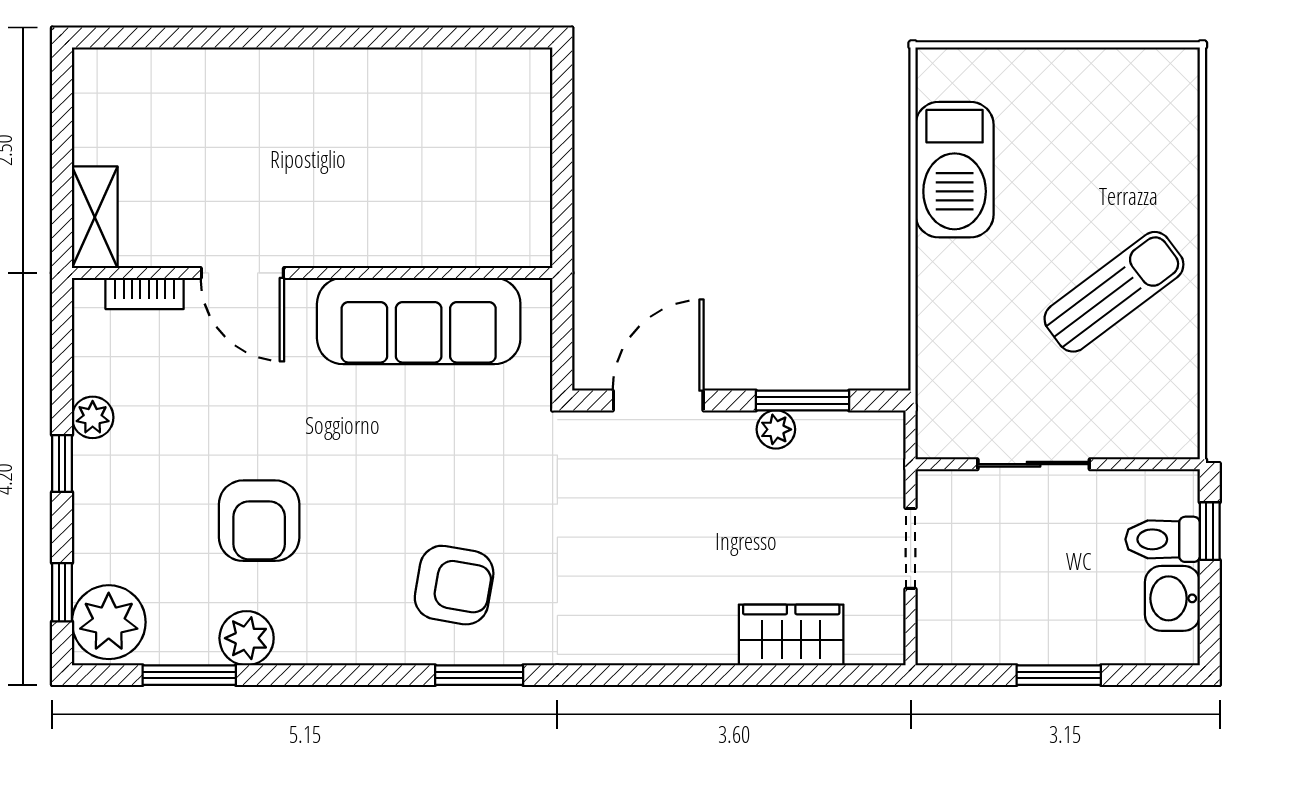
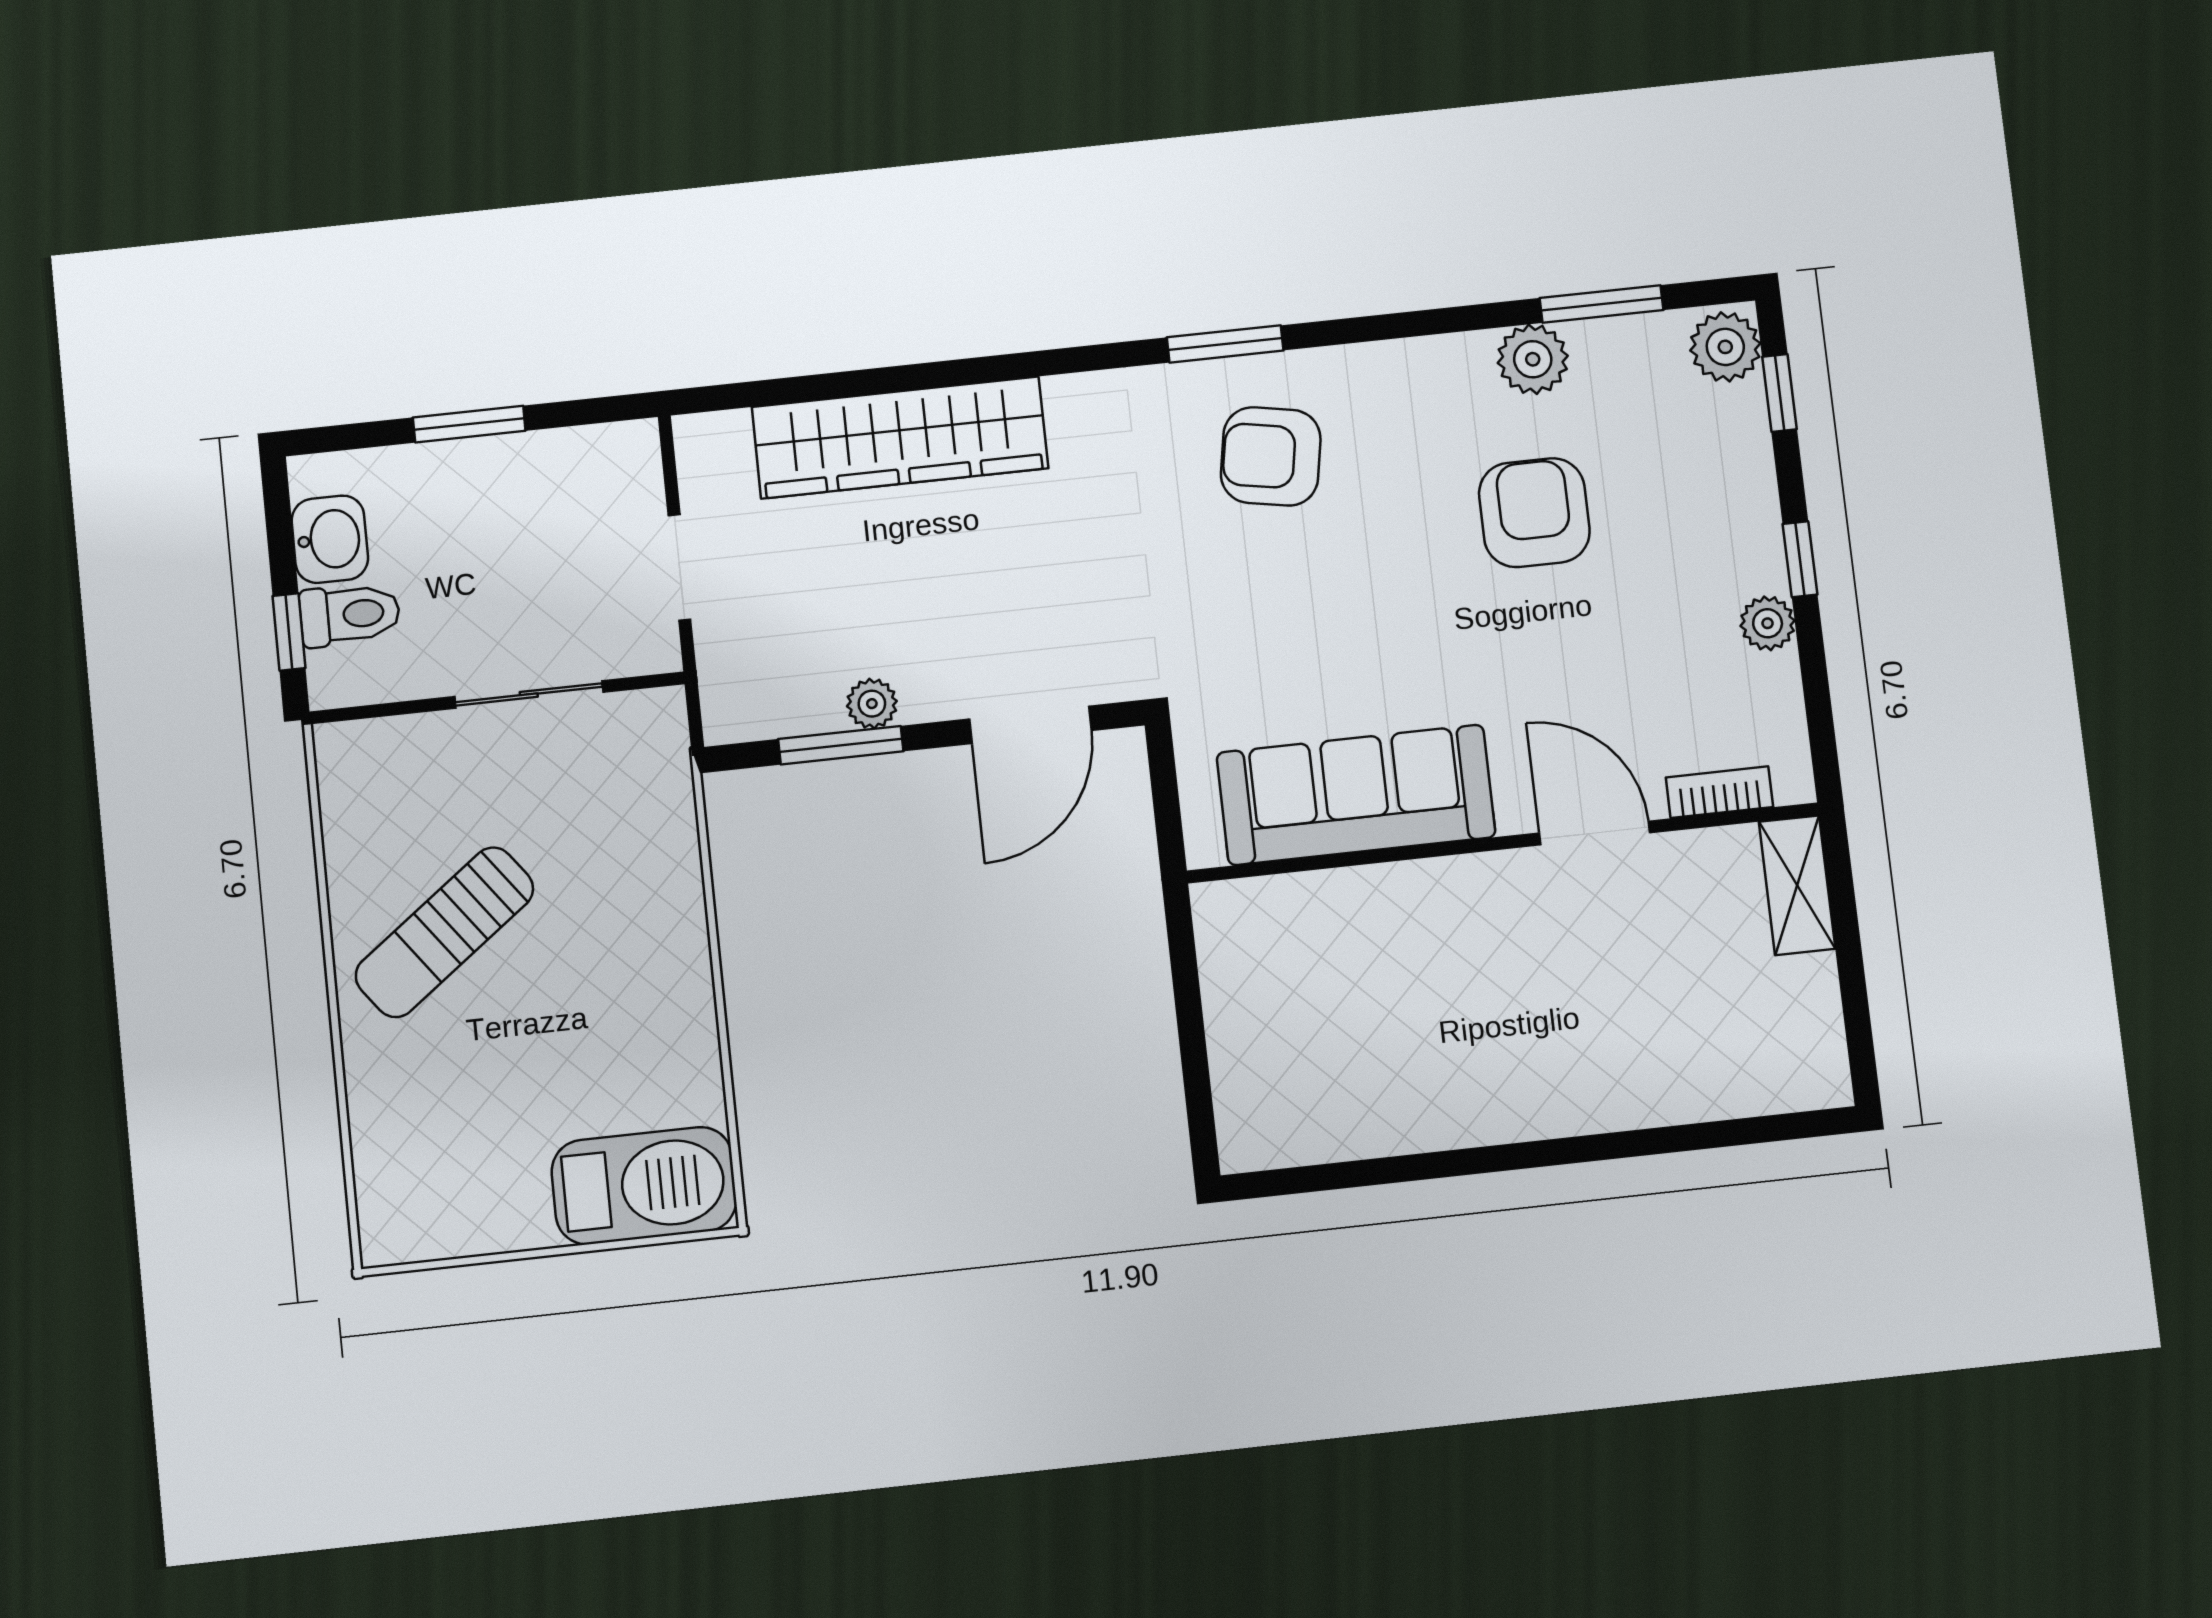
barbecue: (955, 170) -> (644, 1186), moved, turned 90
plant: (109, 622) -> (1725, 347), width x0.73, depth x0.73
wardrobe: (791, 635) -> (900, 438), width x2.10, depth x1.17

